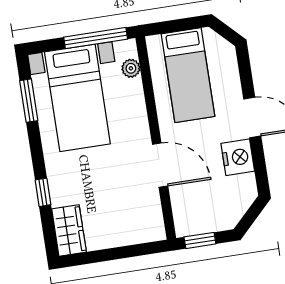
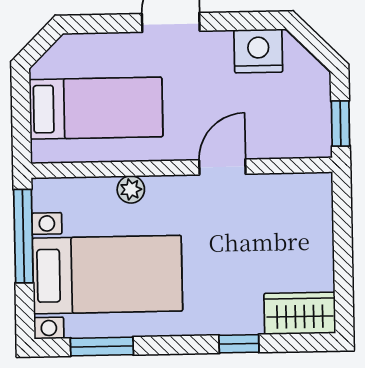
plant: (131, 68) -> (131, 189), moved
nightstand: (238, 157) -> (258, 51), moved
door: (160, 165) -> (222, 167), width x0.73

